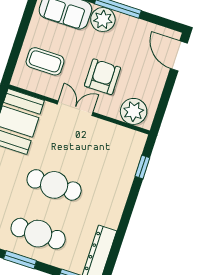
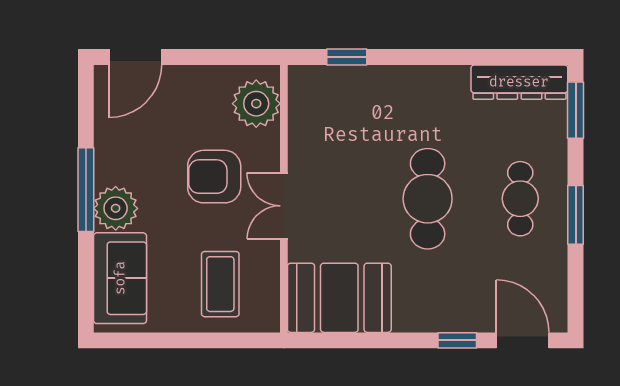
cafe table: (38, 234) -> (520, 199), width x0.73, depth x0.74

